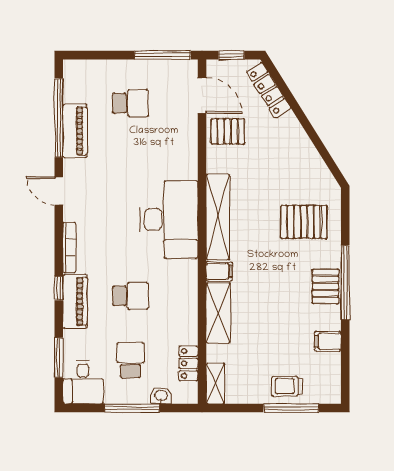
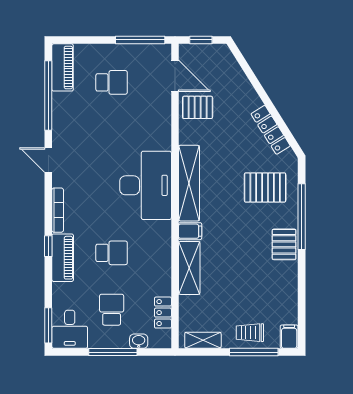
locker: (269, 90) -> (271, 130), moved
piano: (75, 131) -> (63, 67), moved
window: (345, 282) -> (302, 217), moved
filing cabinet: (328, 341) -> (289, 337), moved, turned 90
window: (59, 358) -> (48, 325), moved
shelving: (215, 383) -> (203, 340), moved, turned 90

